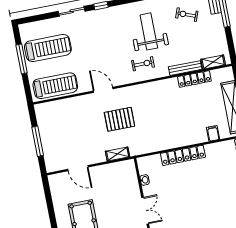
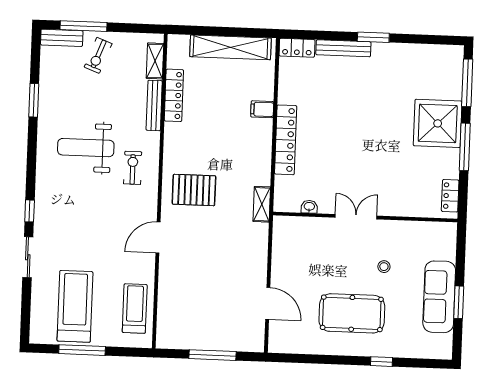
exercise bike: (187, 15) -> (98, 55), moved
treadmill: (55, 86) -> (135, 308), width x0.73, depth x0.73
pallet: (119, 119) -> (194, 190), moved, turned 90
filing cabinet: (213, 133) -> (262, 109), moved
shelving: (118, 154) -> (262, 204), moved
door: (78, 168) -> (268, 303), hinge flipped

